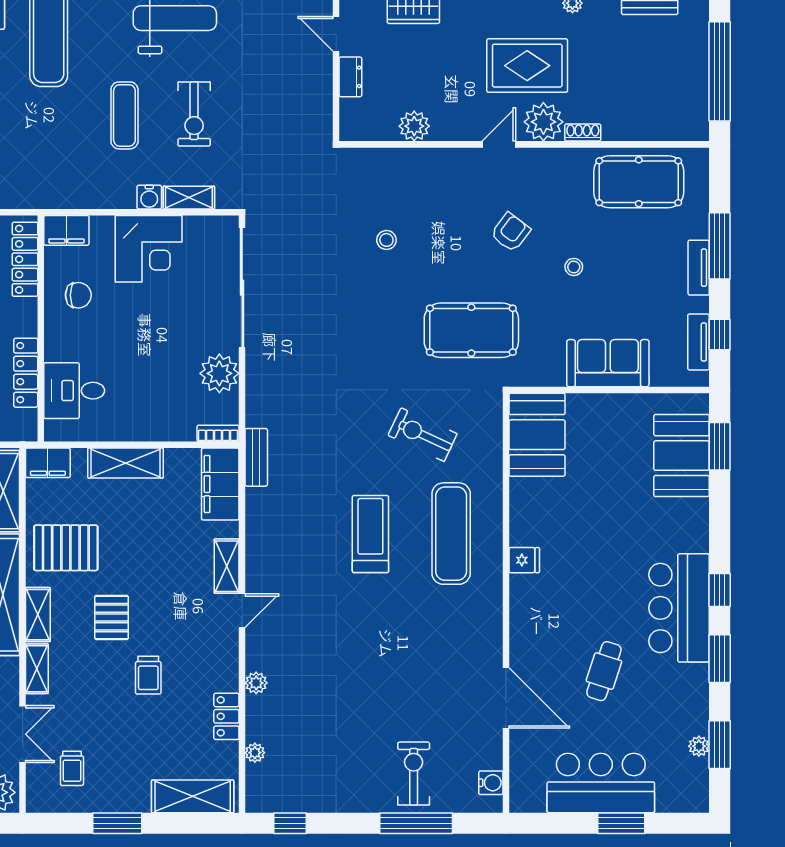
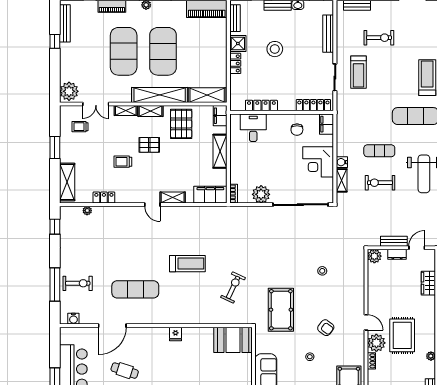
plant: (414, 126) -> (374, 256), moved
bench: (256, 457) -> (394, 241), moved
exercise mat: (451, 534) -> (135, 289), moved
plant: (256, 683) -> (119, 211), removed

